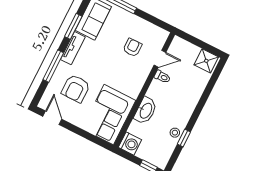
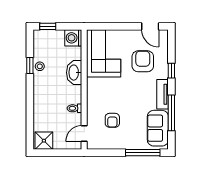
window: (73, 26) -> (171, 113), width x1.44
door: (160, 59) -> (84, 134), moved
window: (53, 66) -> (171, 71), width x0.46

